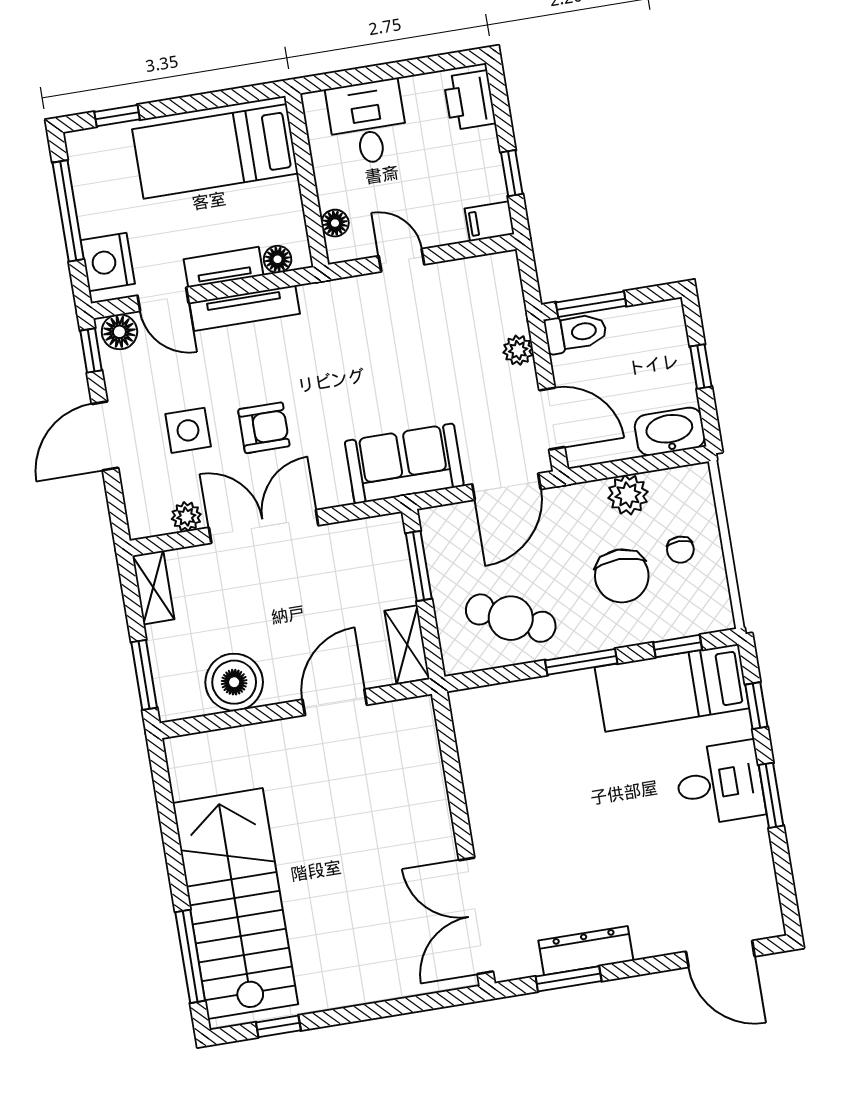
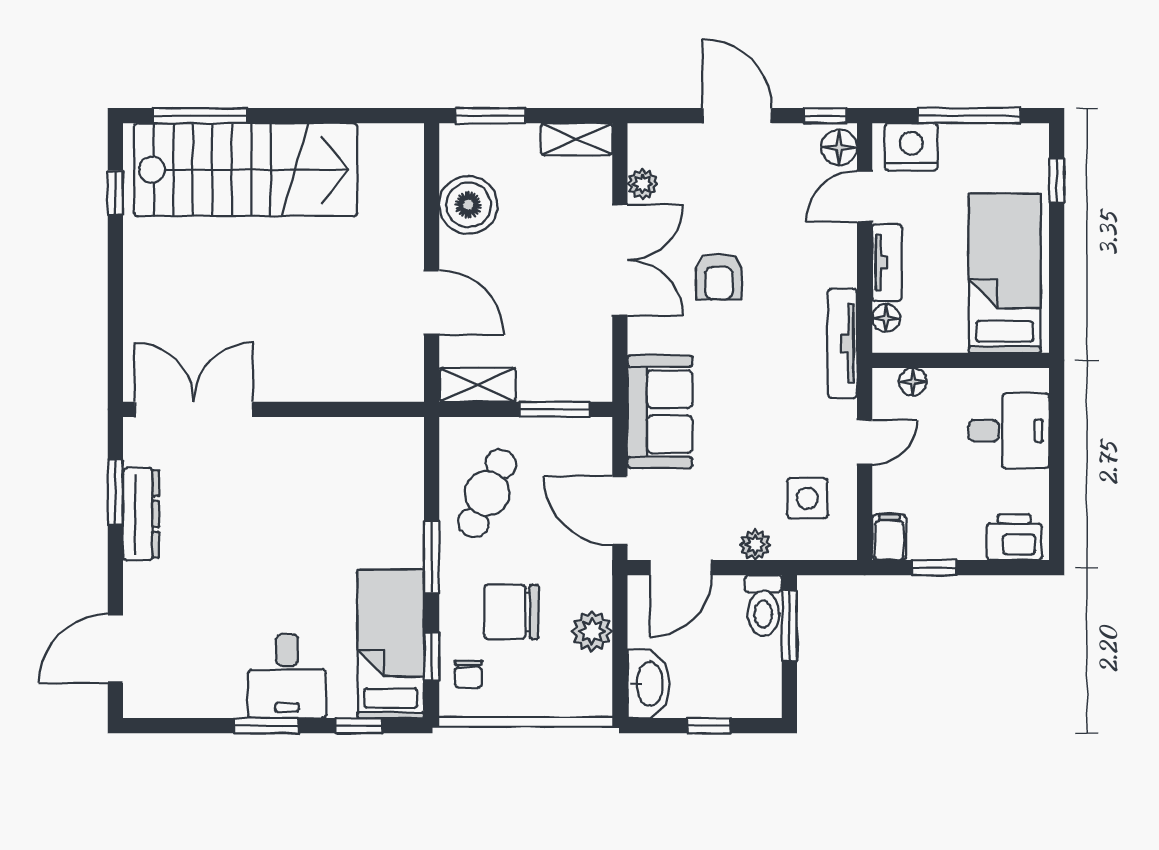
tv unit: (245, 308) -> (842, 343), moved
side table: (188, 430) -> (807, 498), moved
chair: (680, 550) -> (468, 674), moved, turned -90

